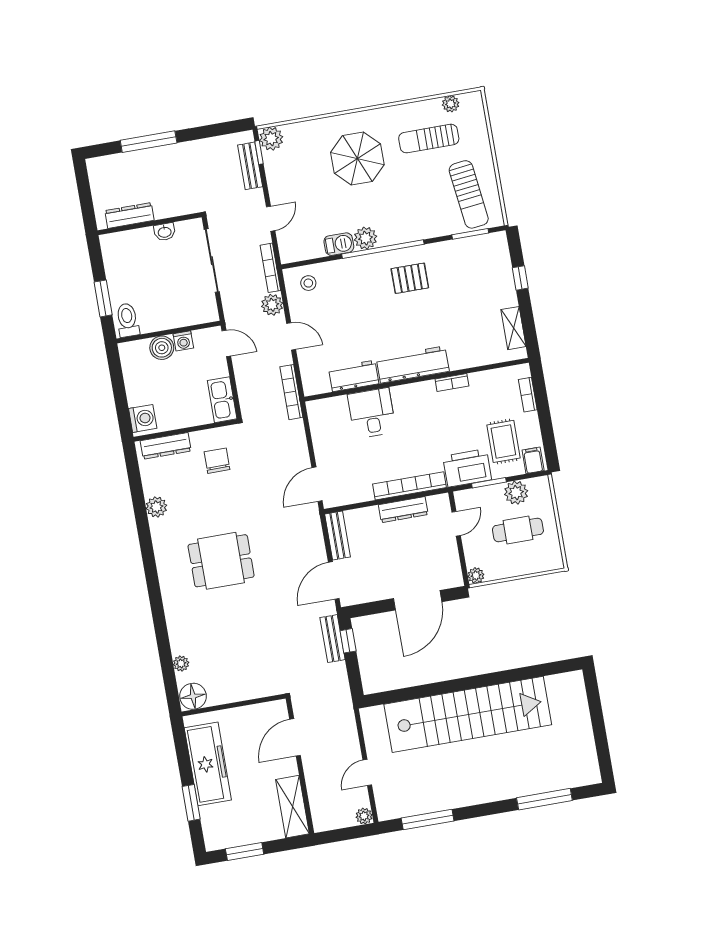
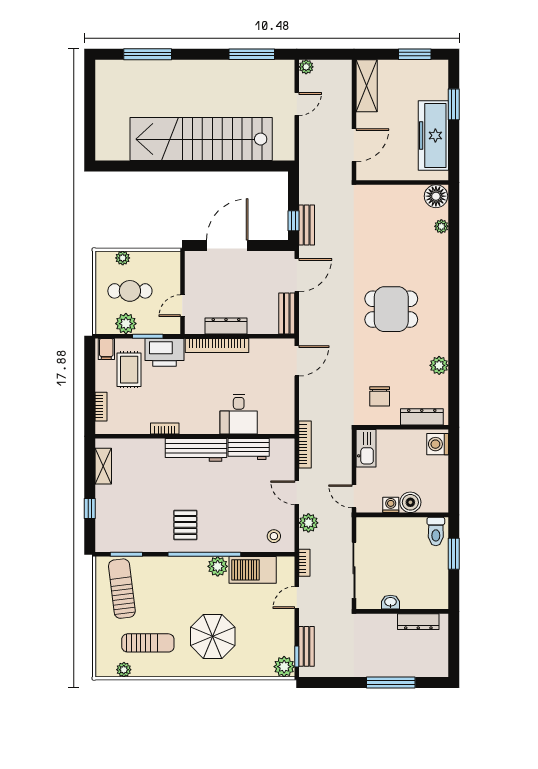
barbecue: (339, 244) -> (253, 570), width x1.88, depth x1.53
bookcase: (270, 268) -> (304, 563), width x0.64
pallet: (410, 278) -> (185, 525), turned 90
plant: (476, 576) -> (123, 258), moved

